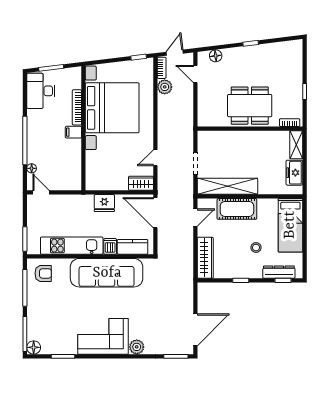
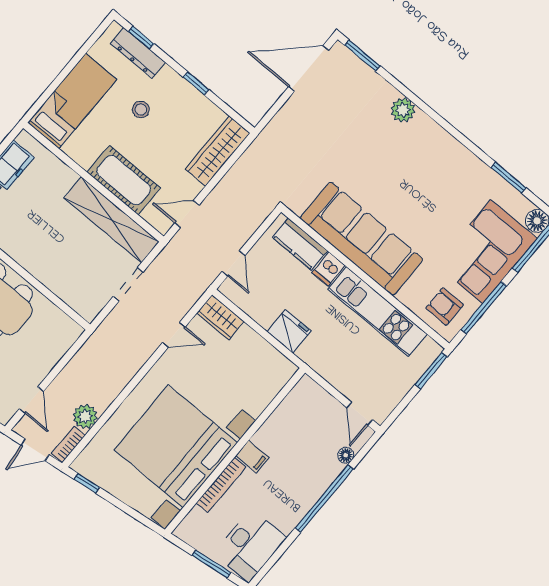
door: (155, 213) -> (234, 263), width x0.53
corner sofa: (103, 336) -> (487, 252), moved, turned 90

